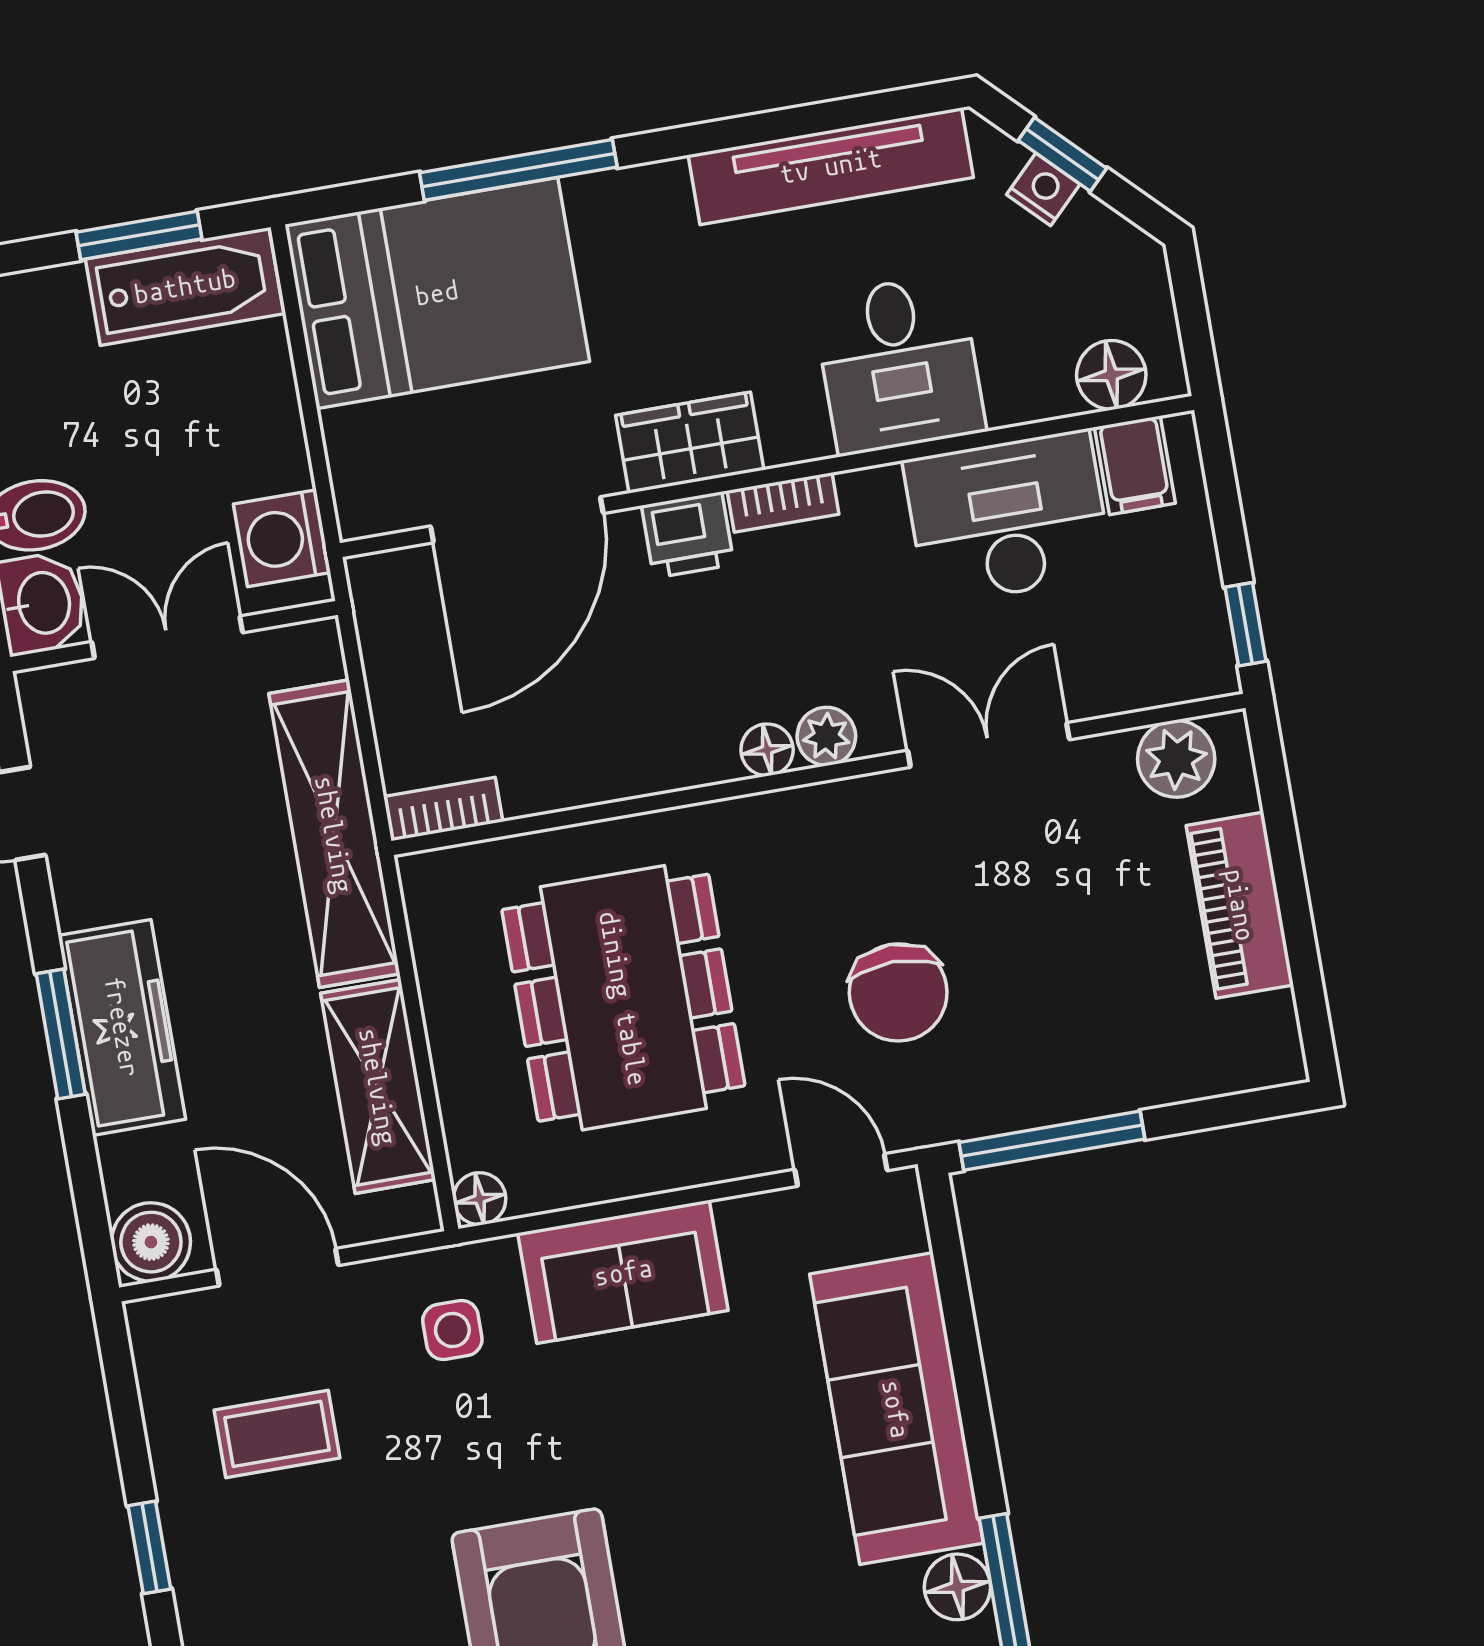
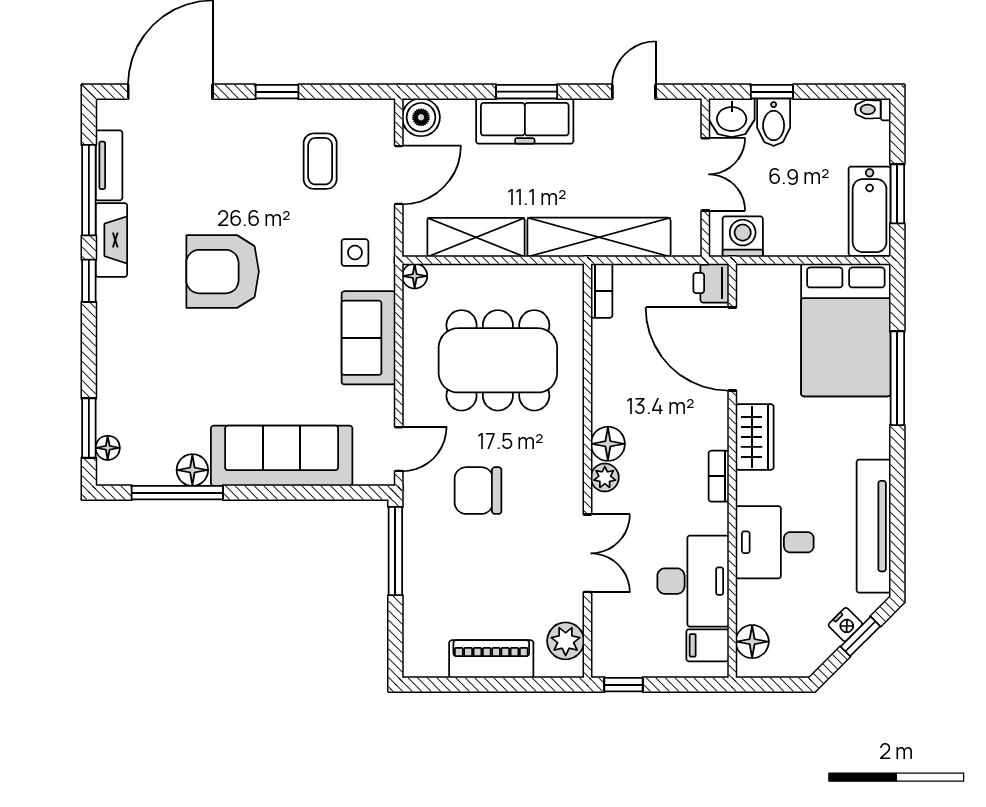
printer: (688, 535) -> (711, 283), moved
floor lamp: (767, 750) -> (608, 444), width x1.37, depth x1.37

